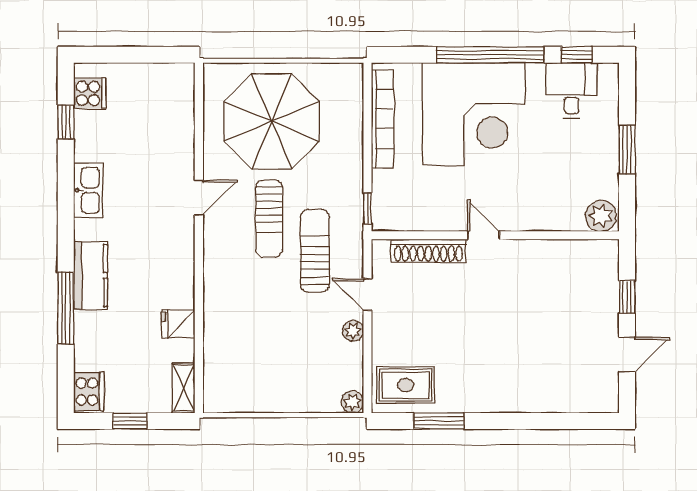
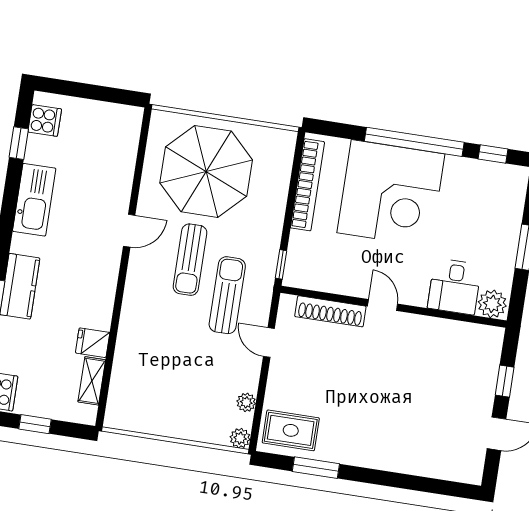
desk: (572, 91) -> (455, 286), moved, turned 180
kitchen sink: (88, 190) -> (34, 200), width x1.36, depth x1.24
plant: (353, 331) -> (246, 402), moved
shelving: (184, 388) -> (92, 381), moved

